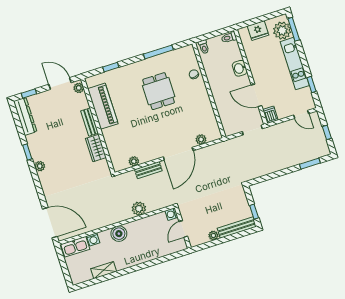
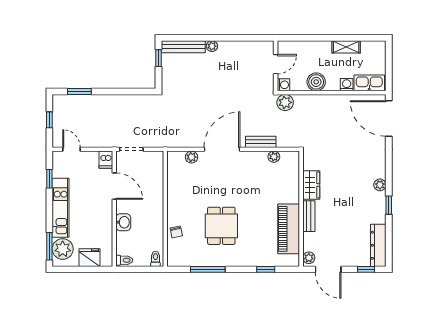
washing machine: (171, 214) -> (283, 85), moved
wall: (183, 228) -> (276, 66), moved
door: (183, 229) -> (276, 64), moved

